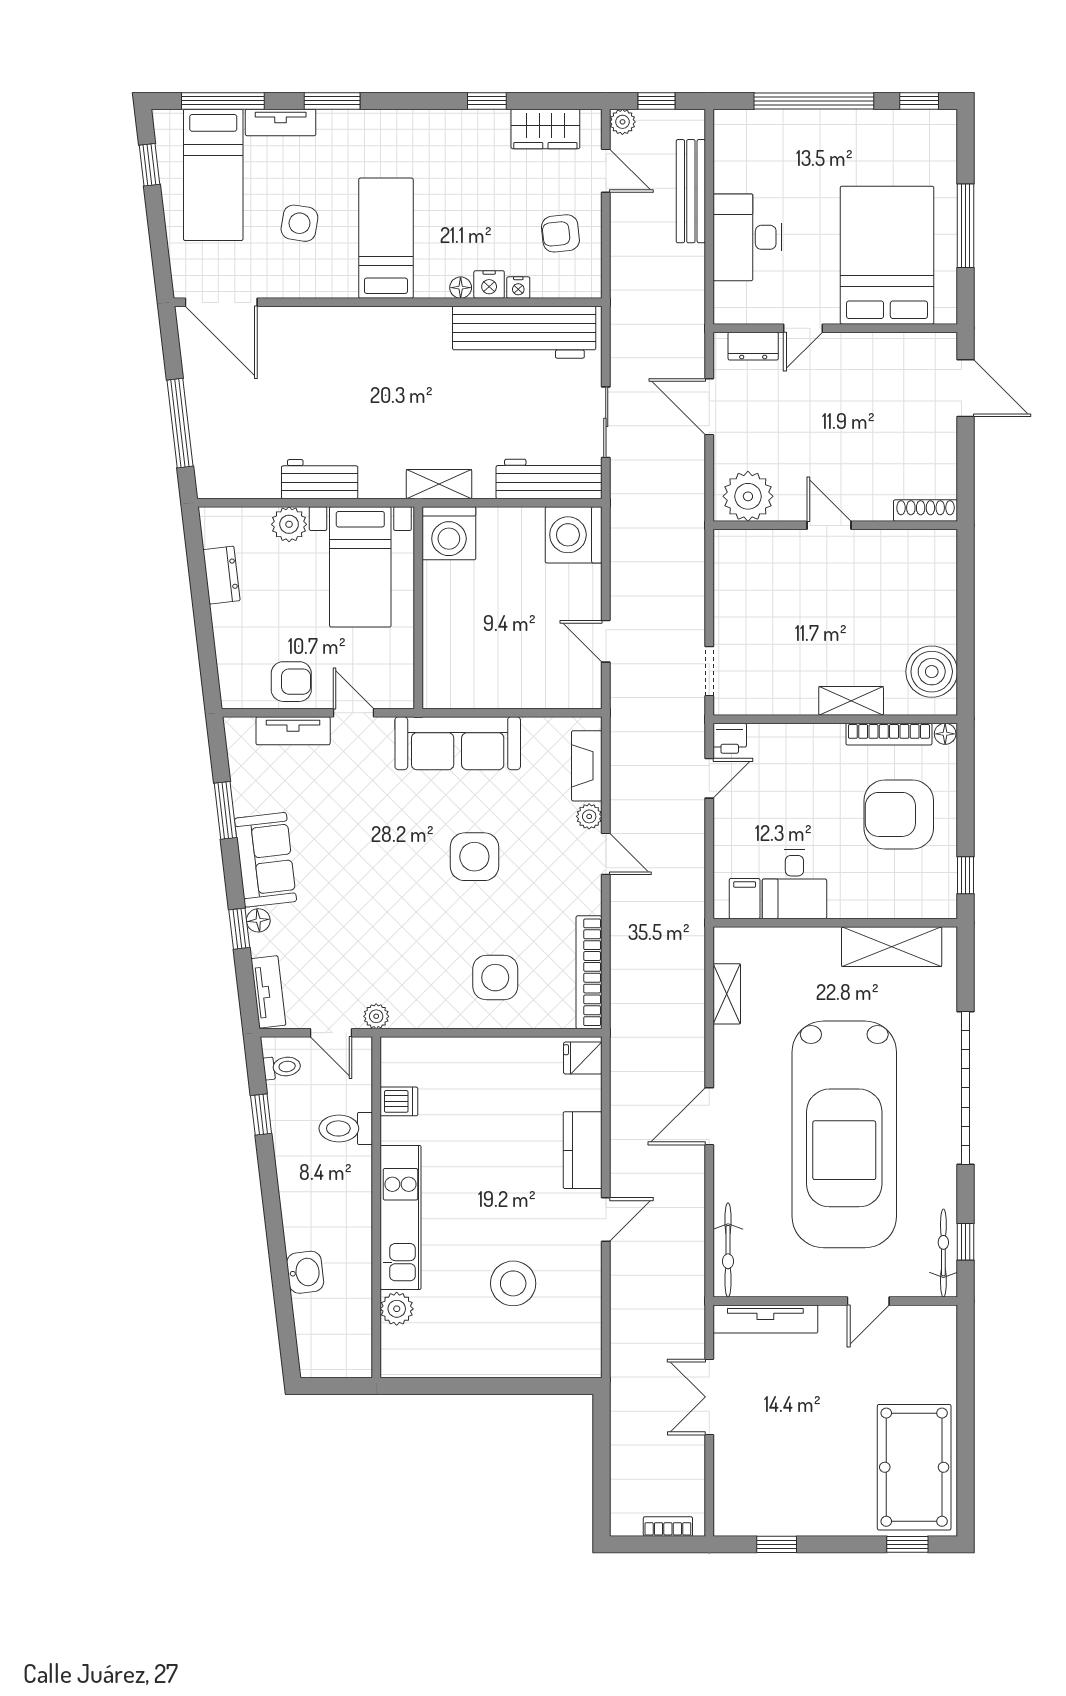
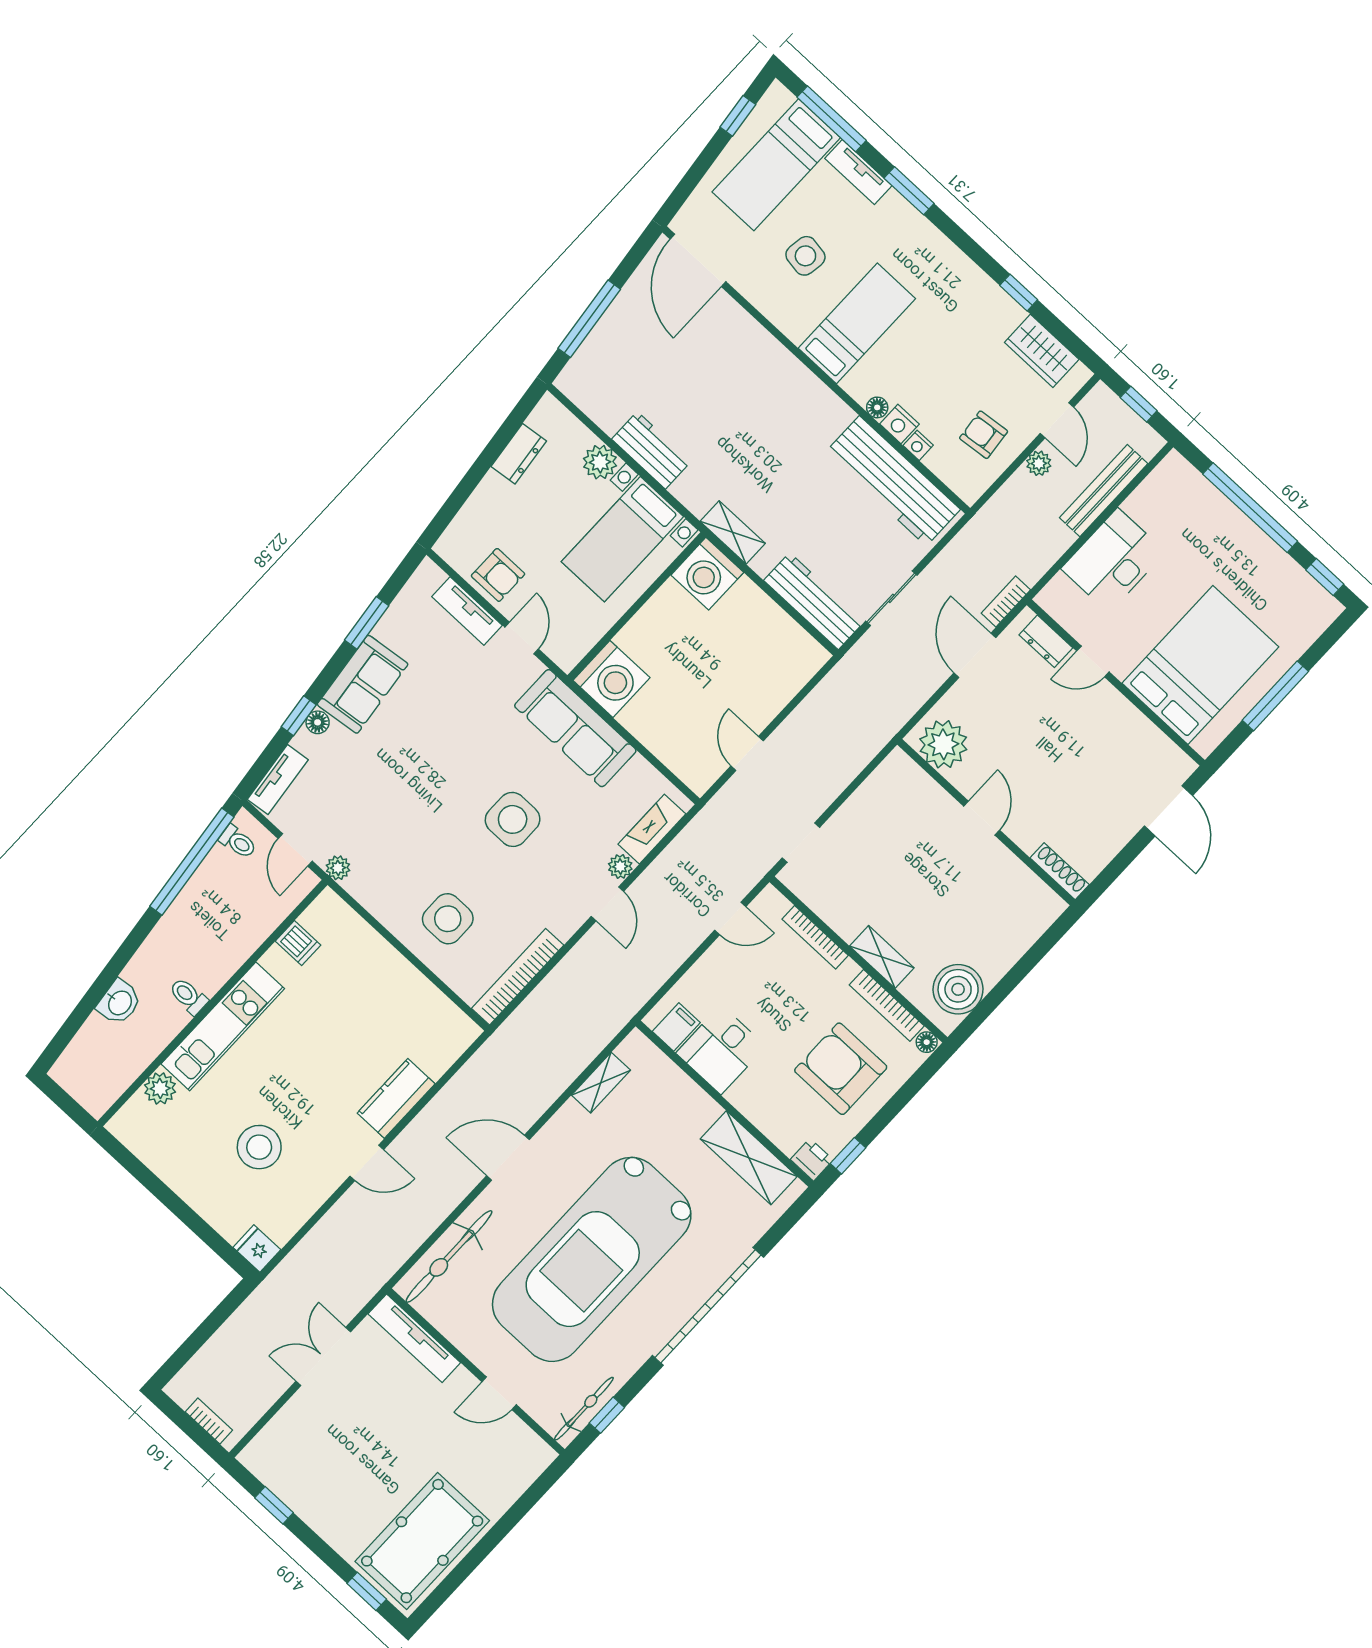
plant: (622, 122) -> (1039, 463), moved
bookcase: (695, 344) -> (1006, 602), added
washing machine: (574, 535) -> (611, 679), moved, turned 180
bookcase: (787, 733) -> (815, 937), added
printer: (730, 738) -> (812, 1160), moved, turned 180
fridge: (583, 1058) -> (257, 1248), moved
window: (261, 1114) -> (192, 862), width x3.17
toilet: (346, 1128) -> (188, 996), moved, width x0.73, depth x0.72
bicycle: (728, 1250) -> (449, 1256), width x1.37, depth x1.40

